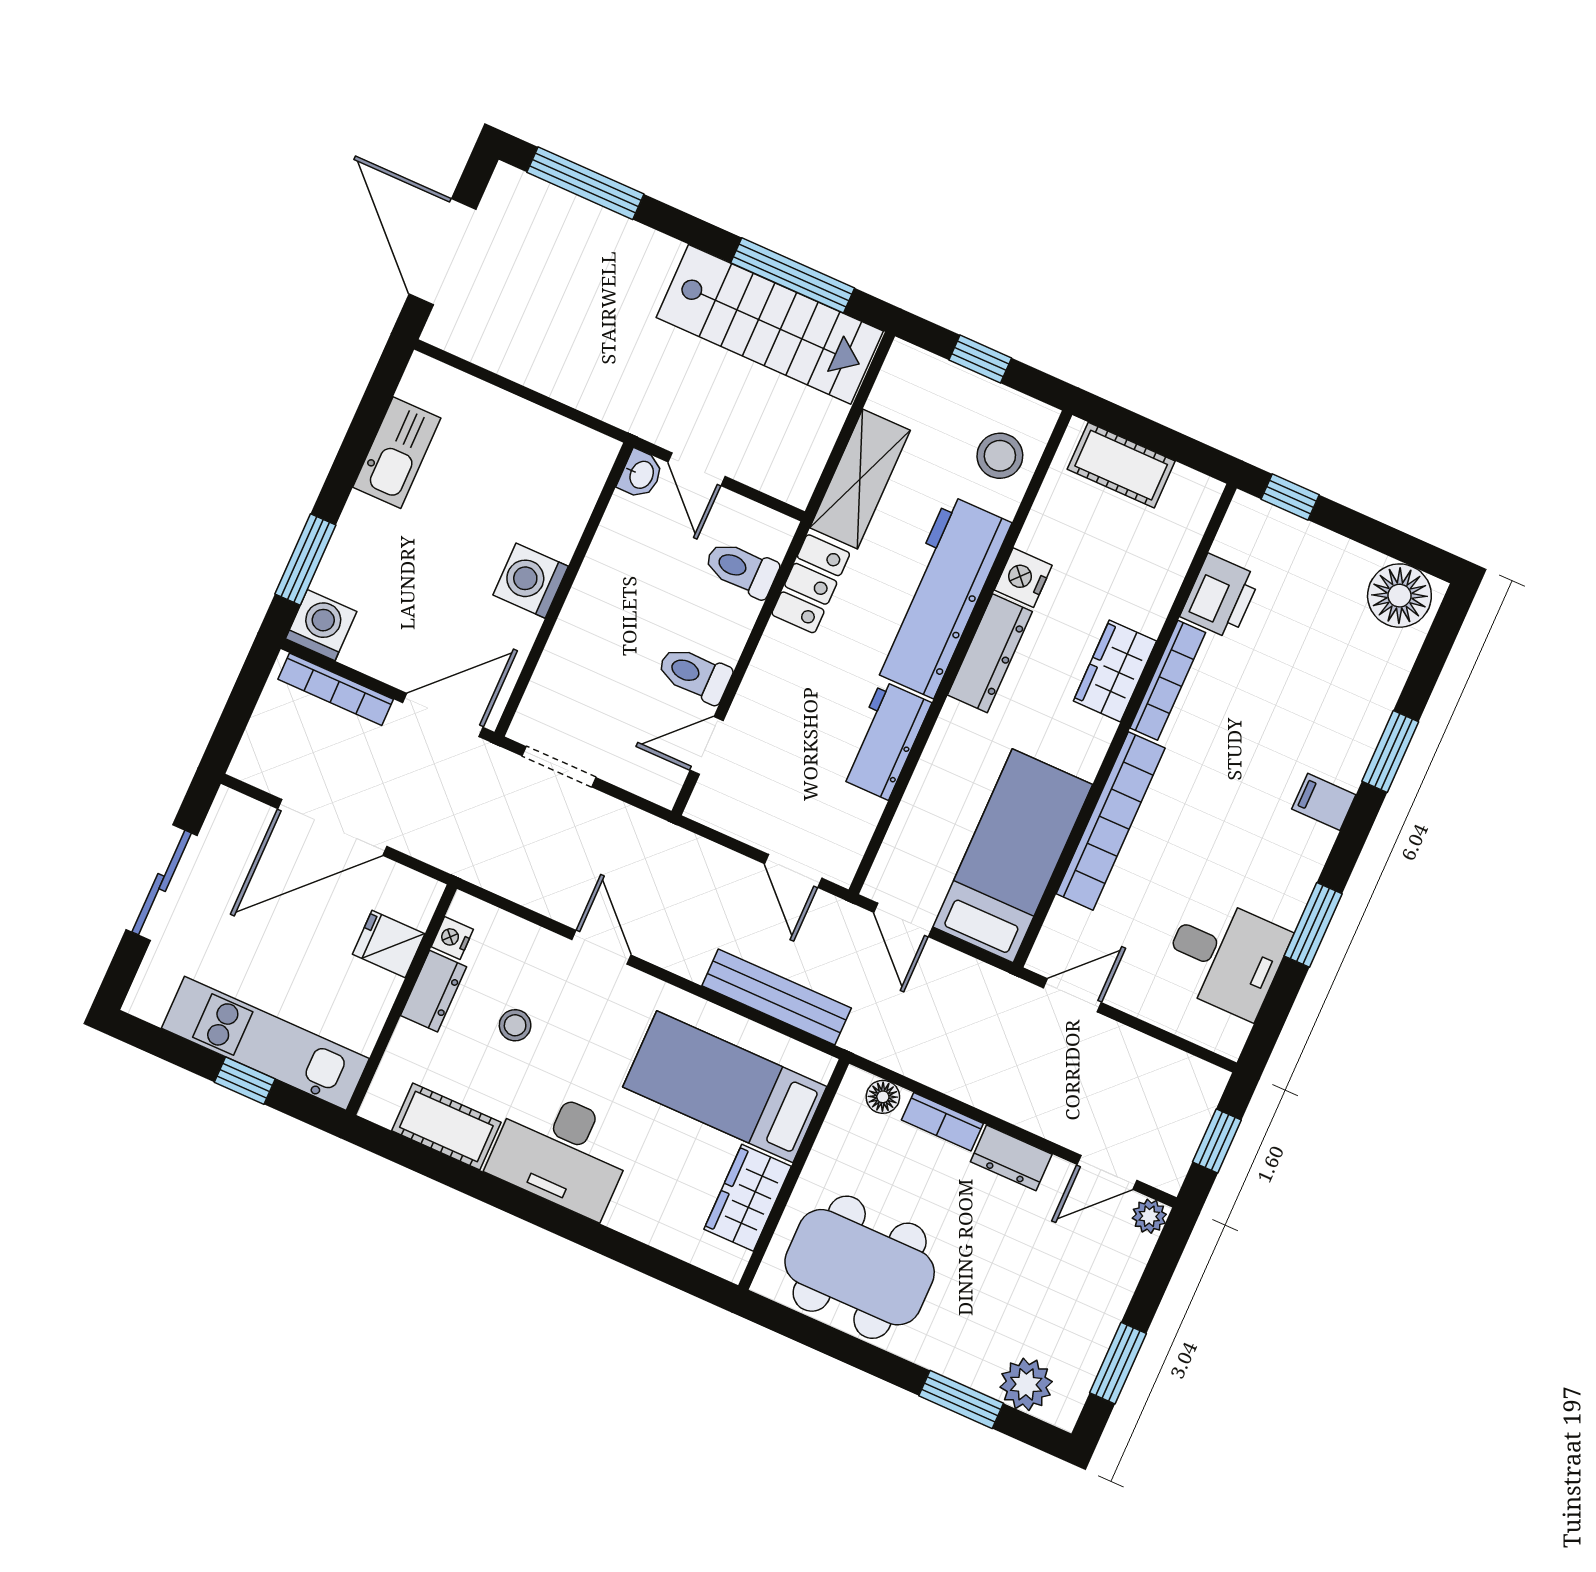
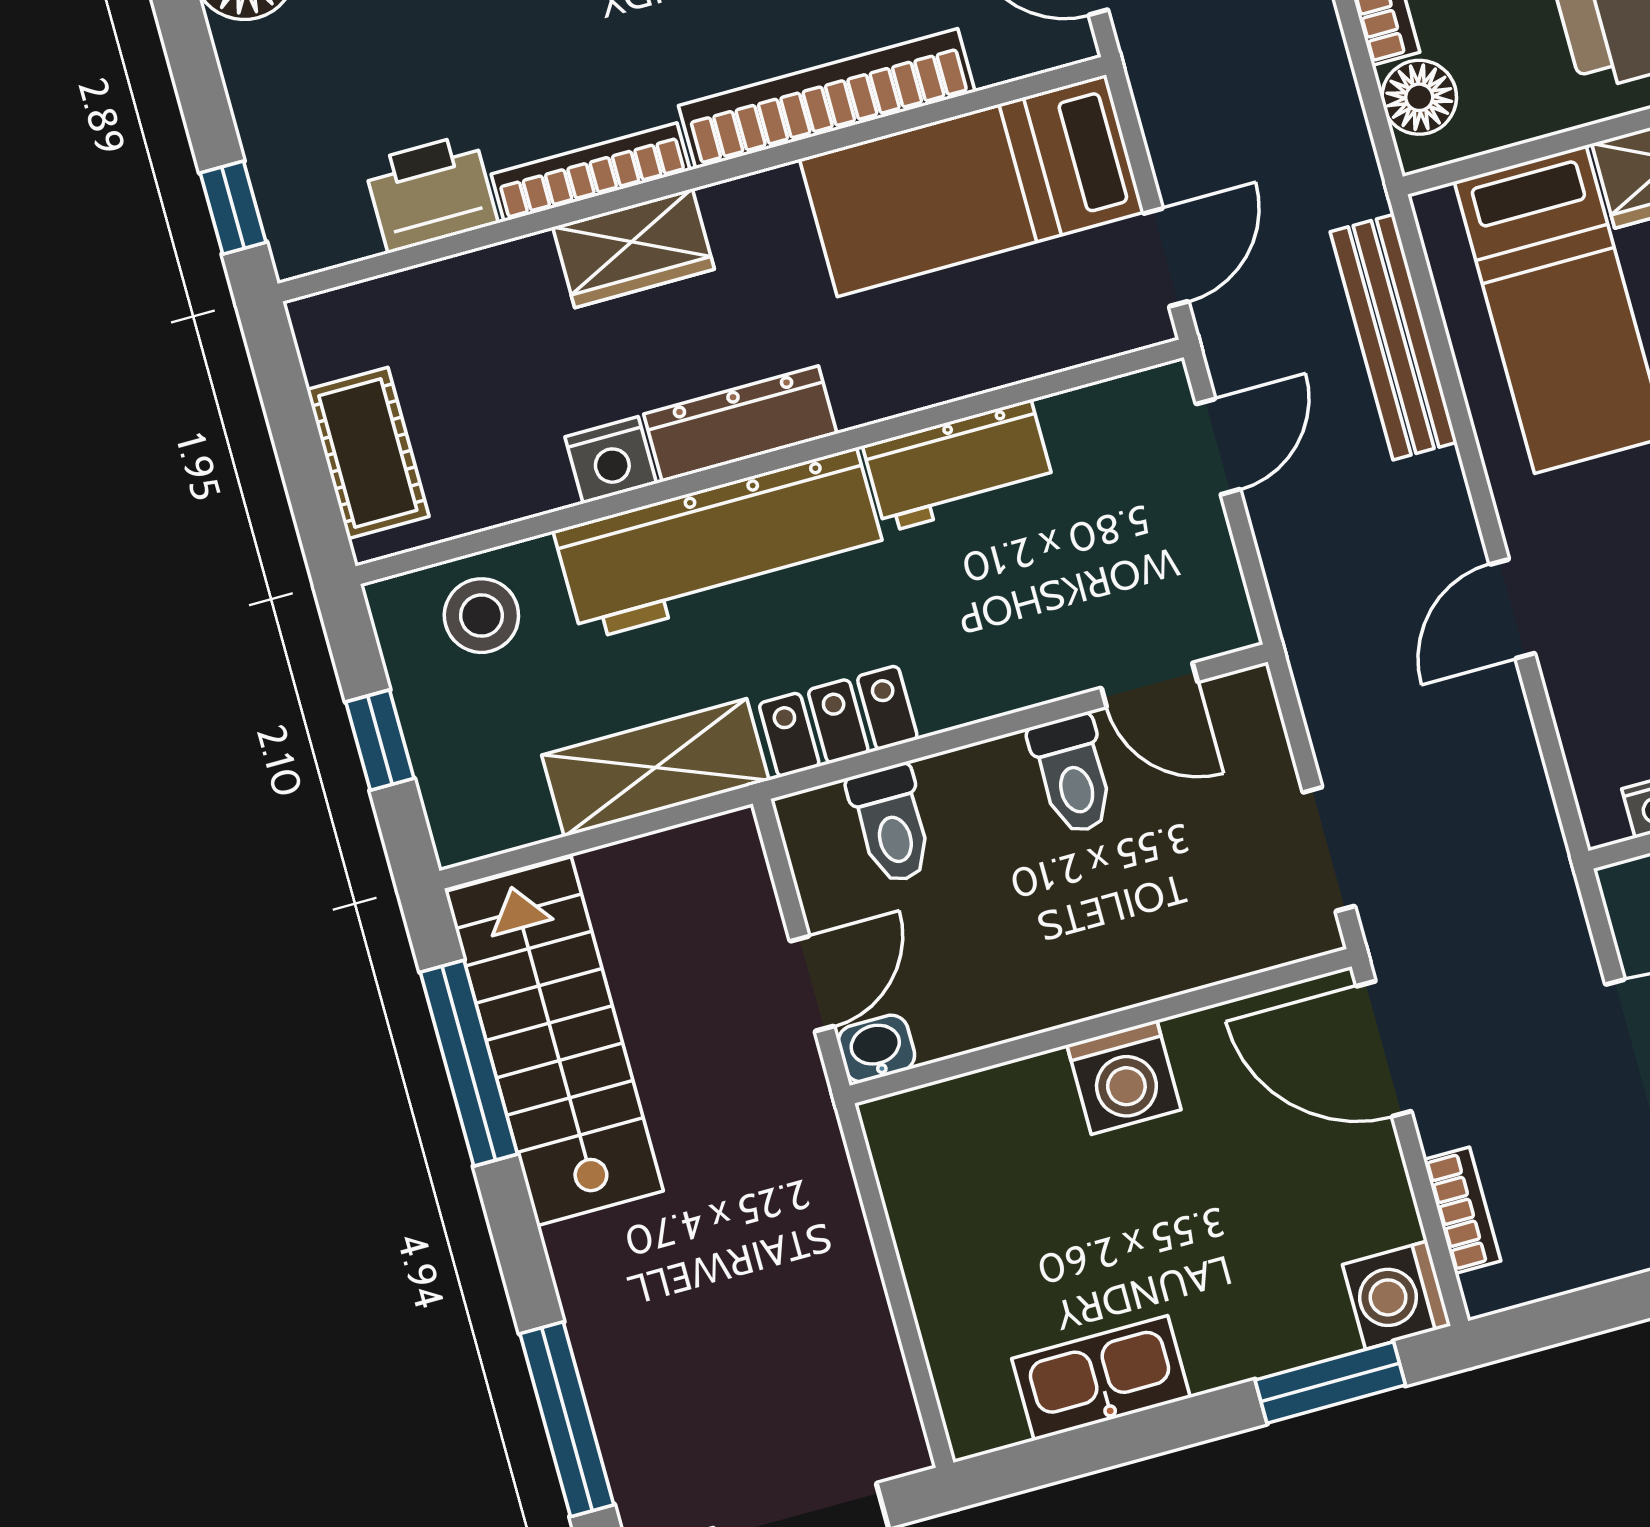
bookcase: (336, 689) -> (1462, 1210), width x0.64
floor lamp: (883, 1097) -> (1419, 97), width x1.37, depth x1.37

